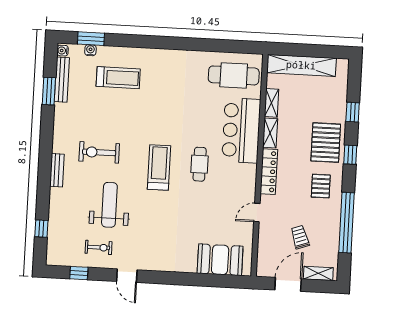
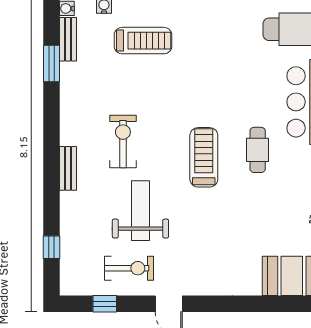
bench: (62, 80) -> (68, 39), width x0.73
exercise bike: (99, 152) -> (123, 141), turned 90
exercise bike: (99, 247) -> (129, 268), width x1.38, depth x1.39

